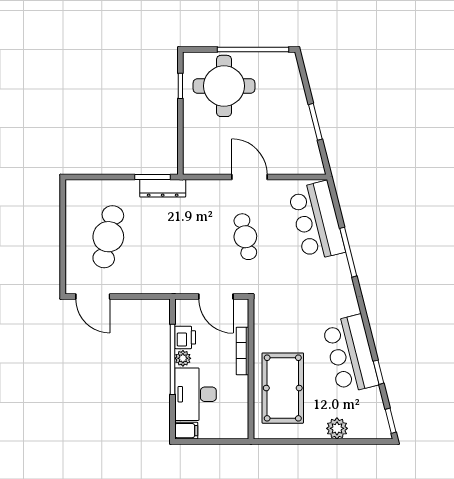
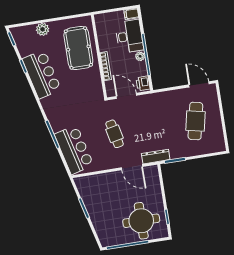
door: (249, 177) -> (132, 167), moved
dresser: (163, 188) -> (156, 157), moved
printer: (185, 337) -> (143, 83), moved

